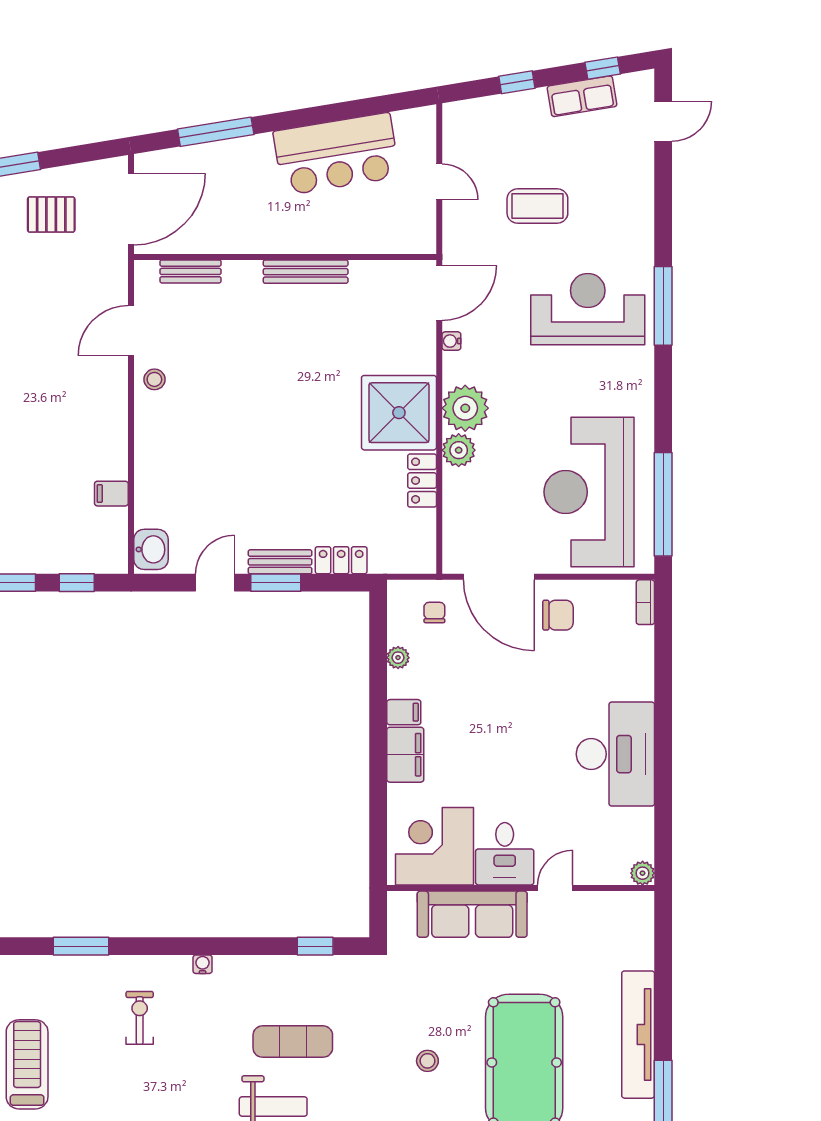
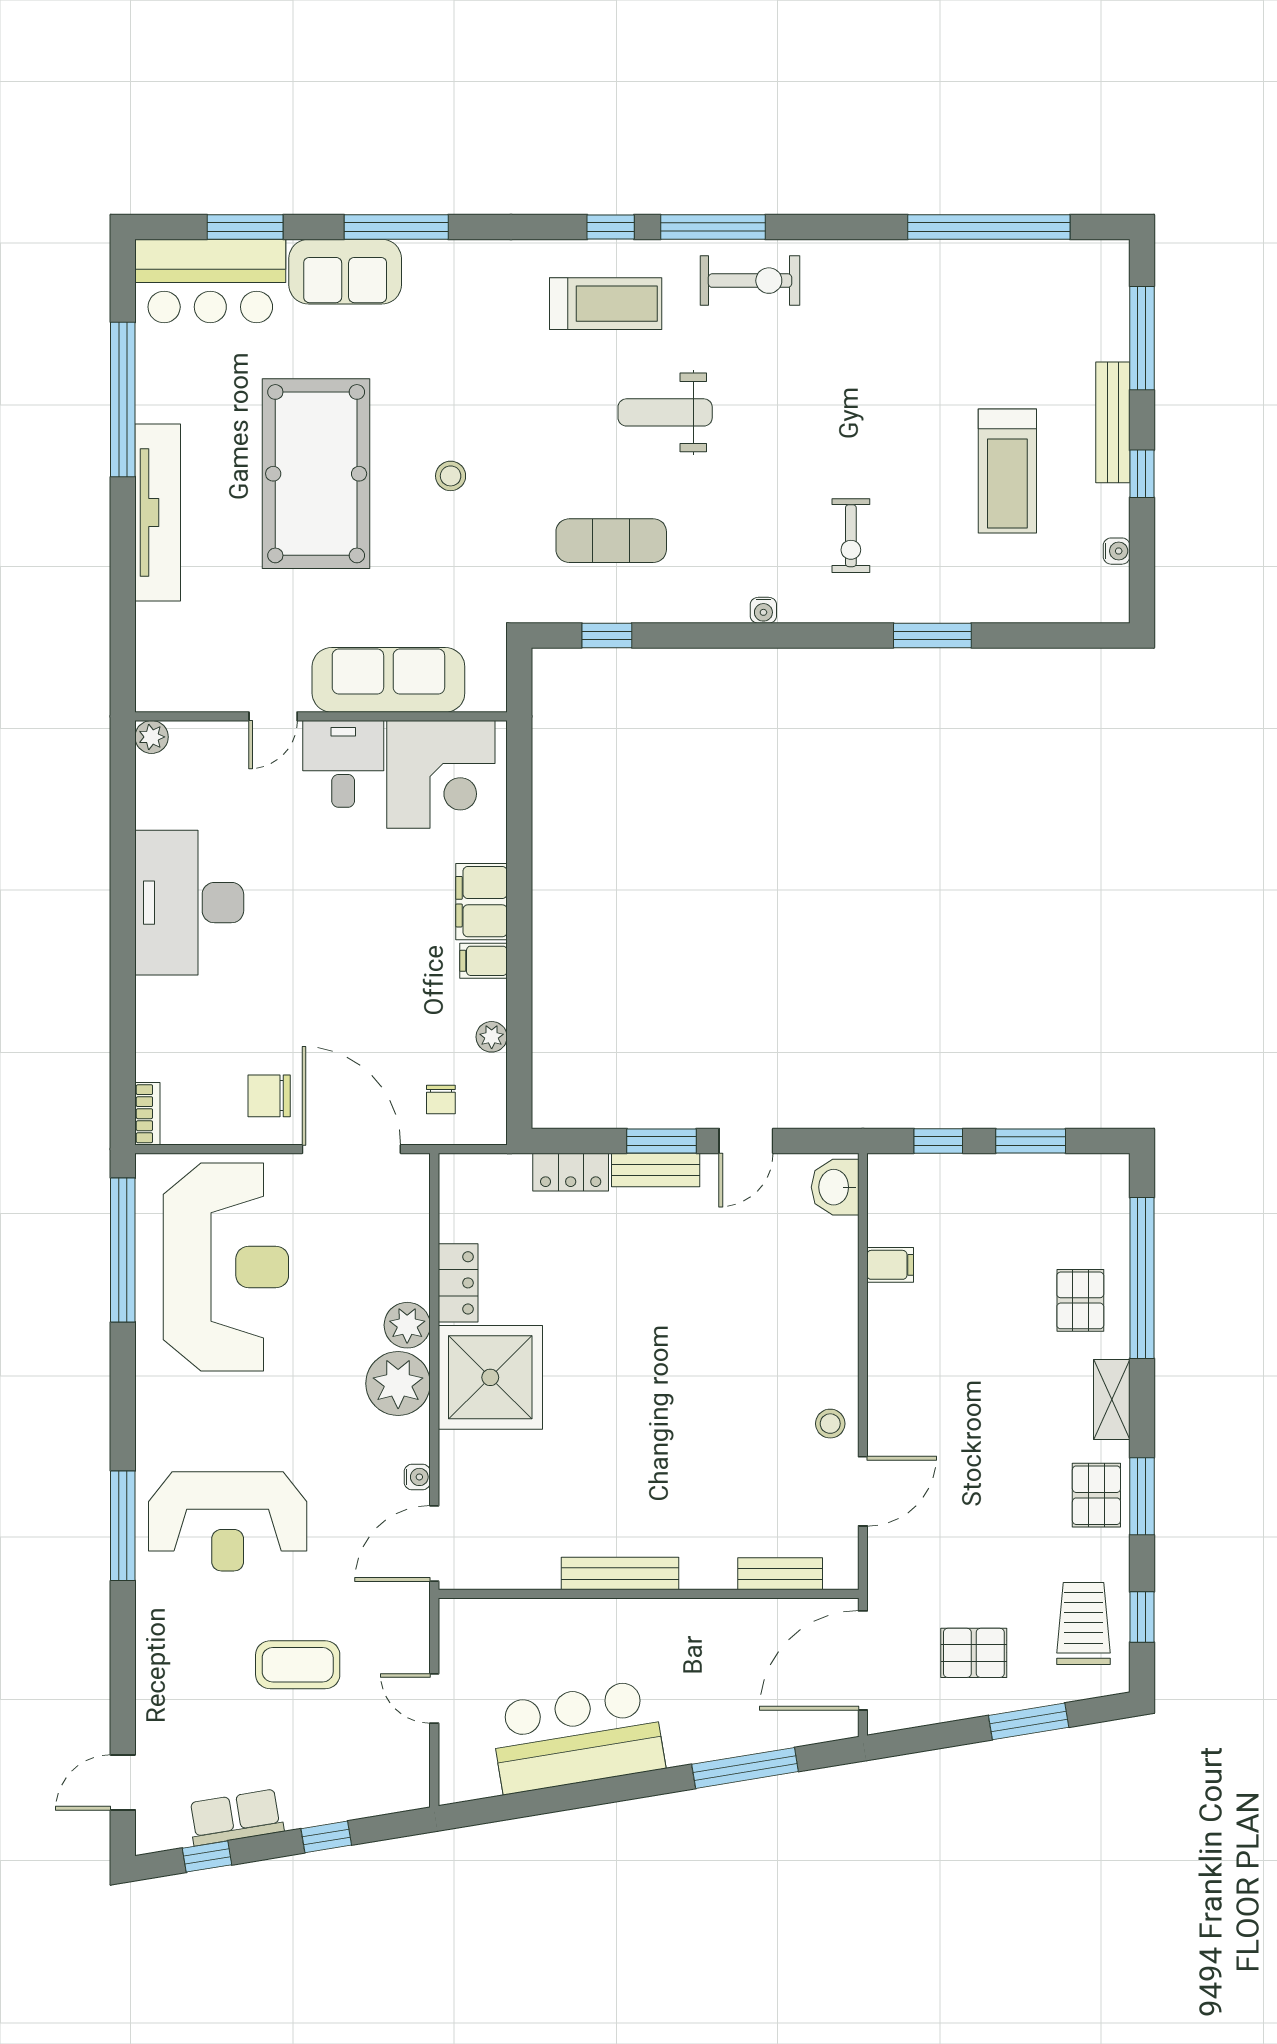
exercise mat: (293, 1042) -> (611, 541), moved

